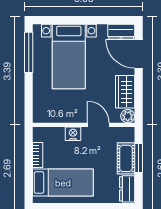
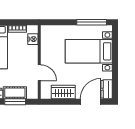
plant: (128, 116) -> (46, 94), removed
door: (98, 125) -> (39, 73), hinge flipped
nightstand: (73, 134) -> (33, 39), moved

